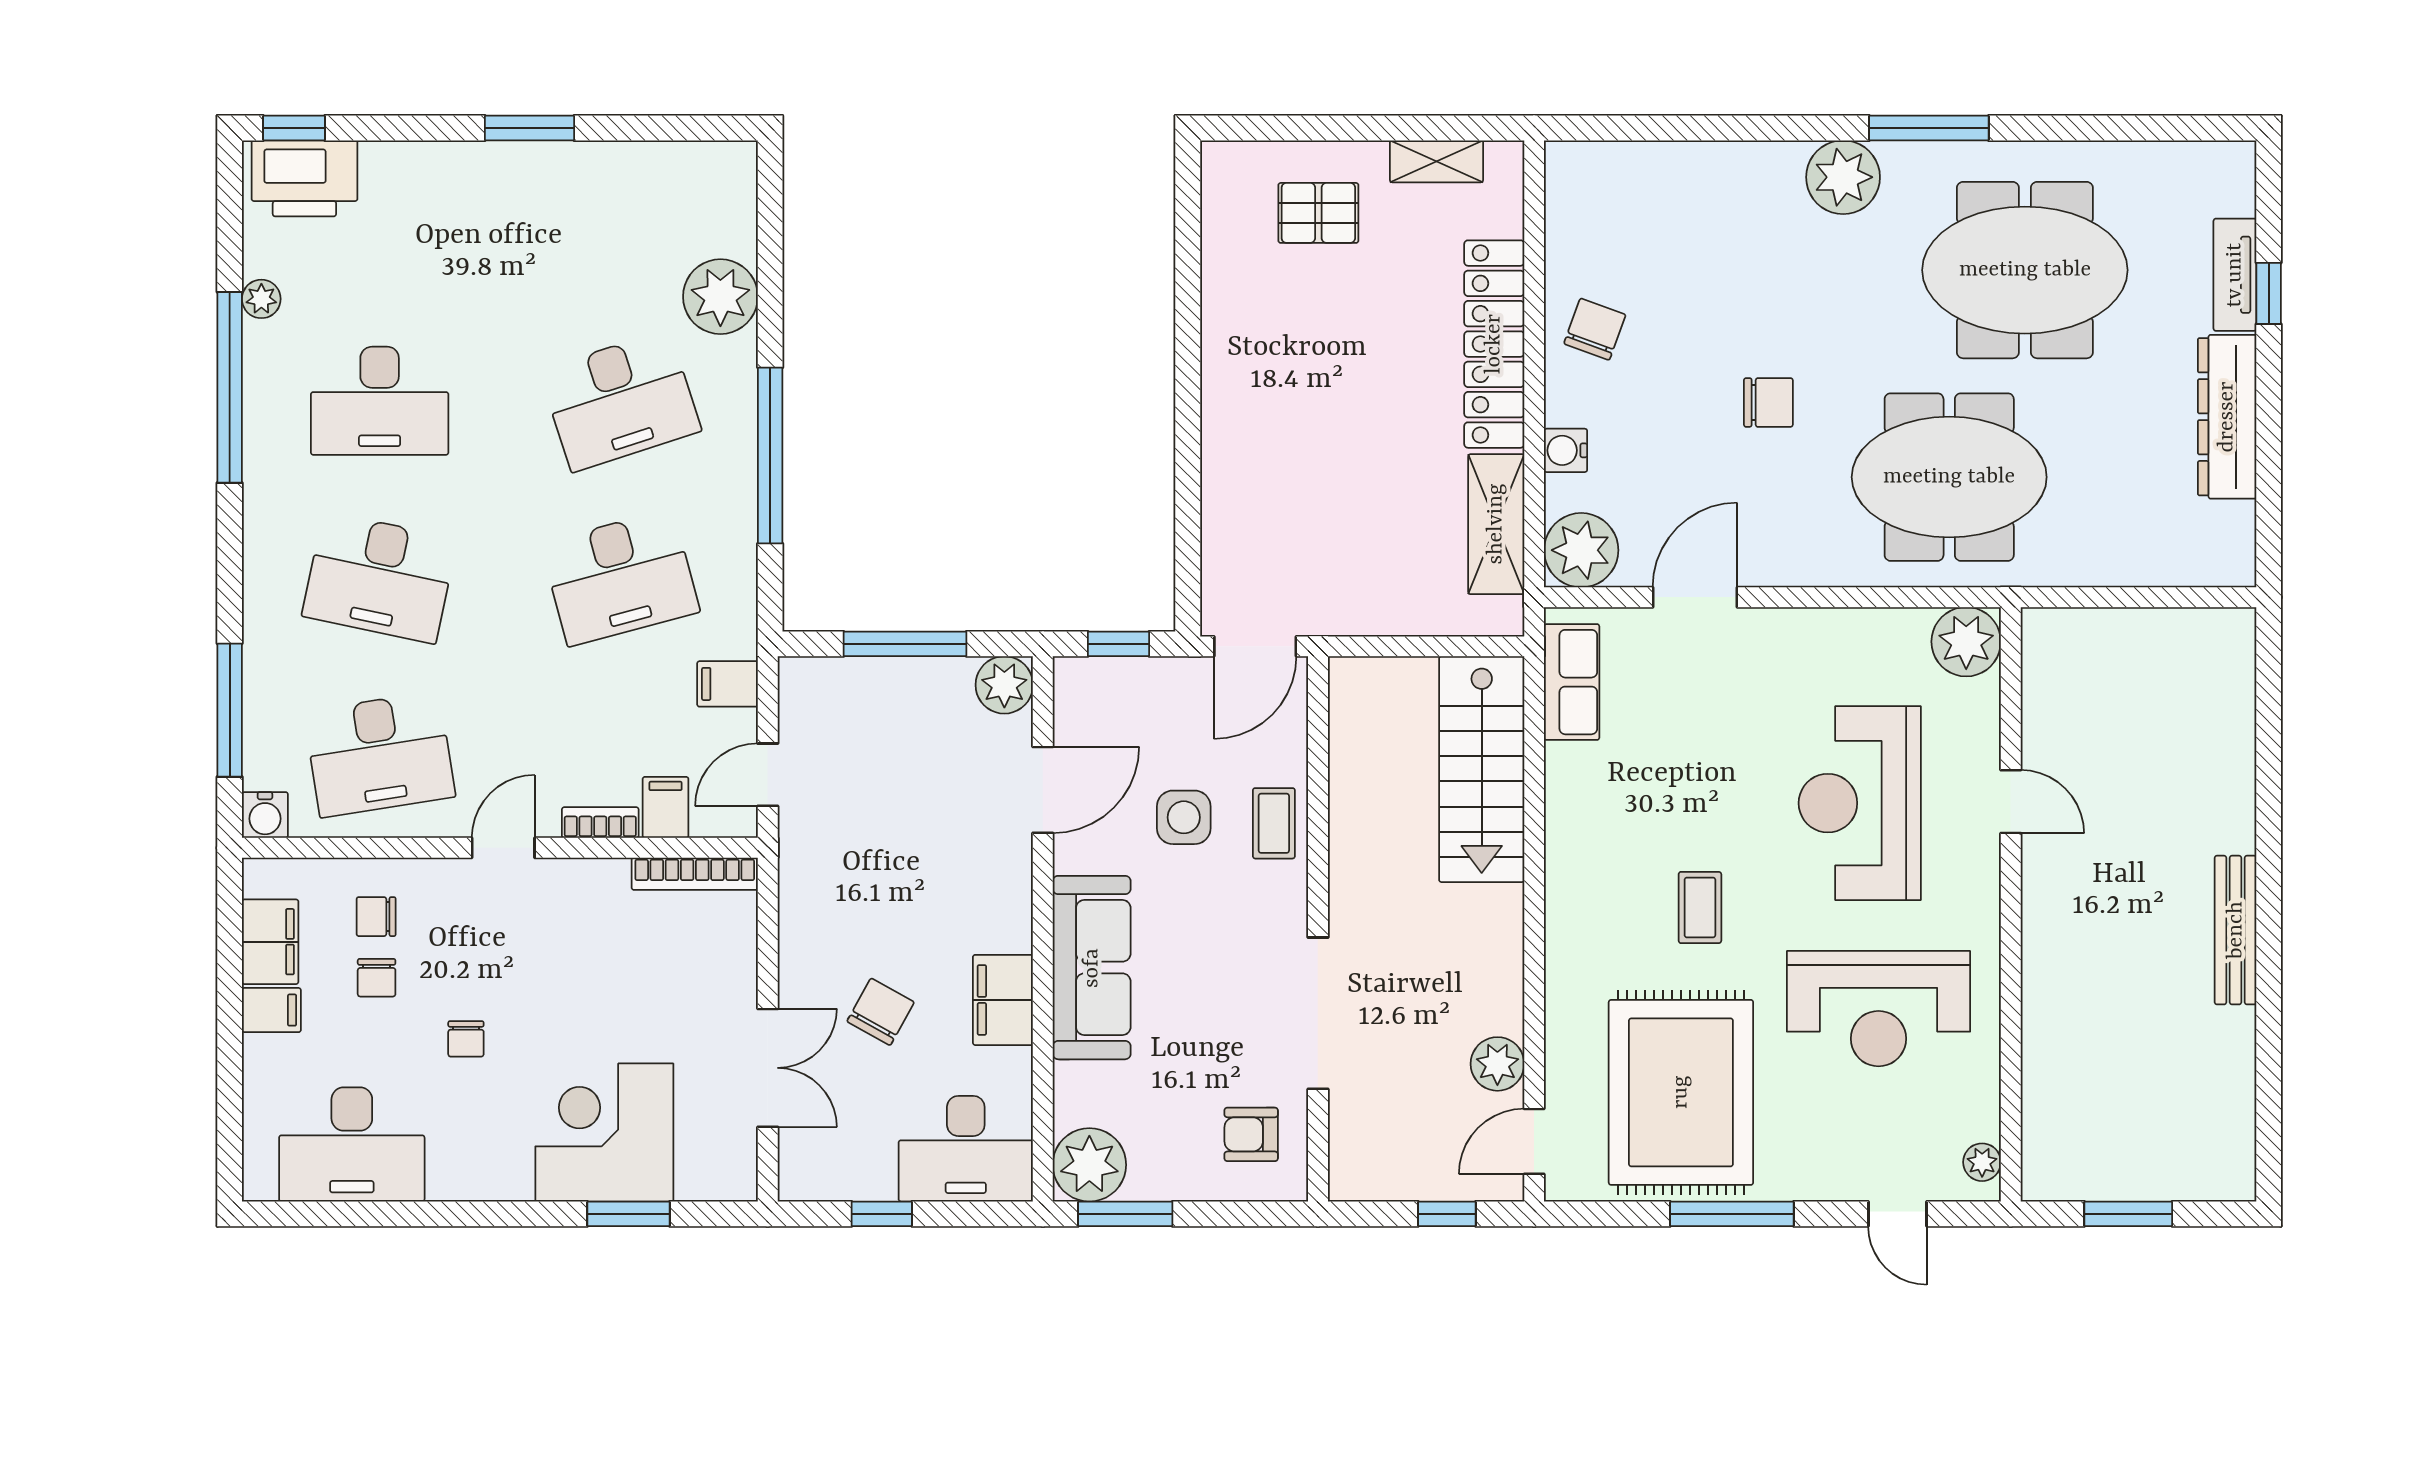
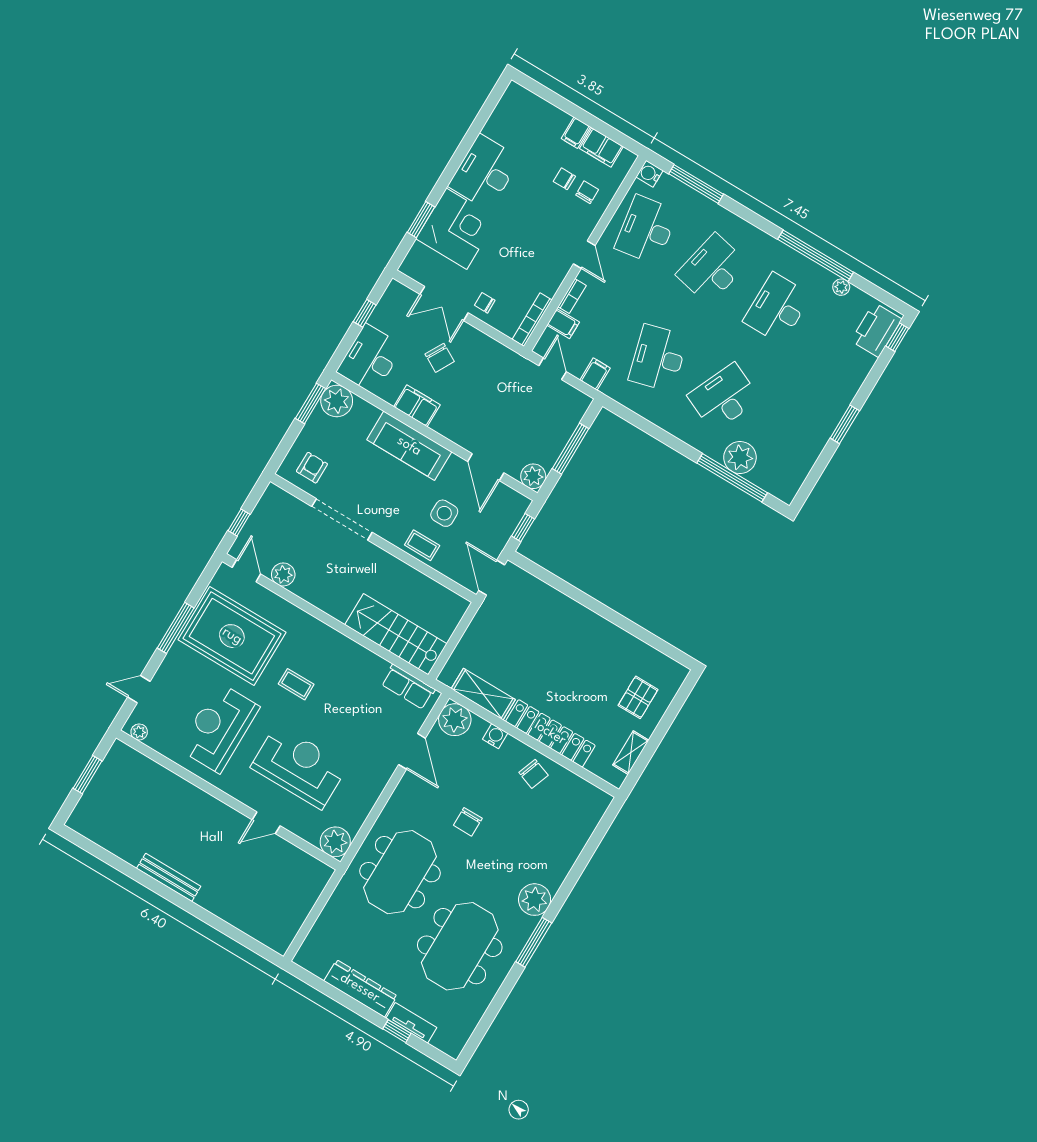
desk: (620, 401) -> (724, 397), turned 42
window: (770, 456) -> (732, 478), moved
chair: (466, 1039) -> (485, 303), moved
desk: (352, 1144) -> (484, 172), moved

